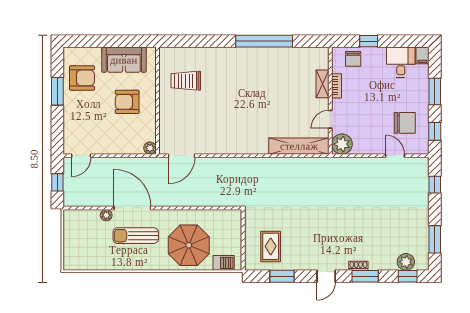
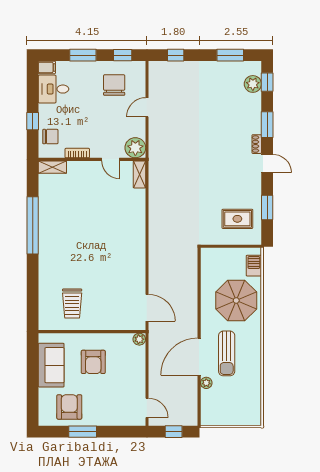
shelving: (322, 84) -> (52, 167), moved
shelving: (299, 146) -> (139, 174), width x0.45, depth x0.75
door: (395, 156) -> (147, 107), moved
shoe rack: (358, 266) -> (257, 144), moved

